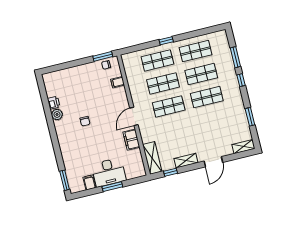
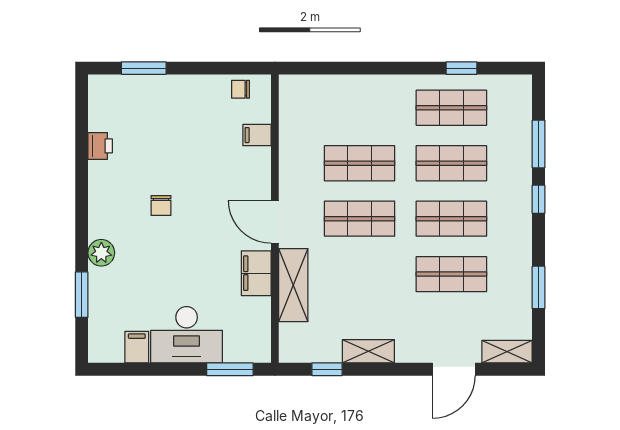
window: (166, 41) -> (461, 68), moved
window: (103, 56) -> (144, 68), moved
shop shelf: (157, 60) -> (451, 274), moved
plant: (57, 114) -> (101, 253), moved
door: (134, 116) -> (275, 222), hinge flipped
shelving: (152, 158) -> (293, 285), moved
door: (213, 162) -> (454, 369), moved
window: (65, 180) -> (82, 295), moved
window: (112, 187) -> (230, 369), moved

